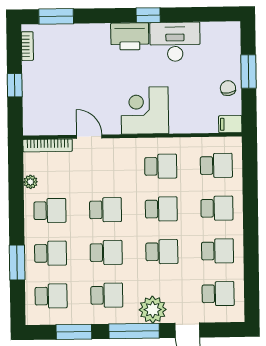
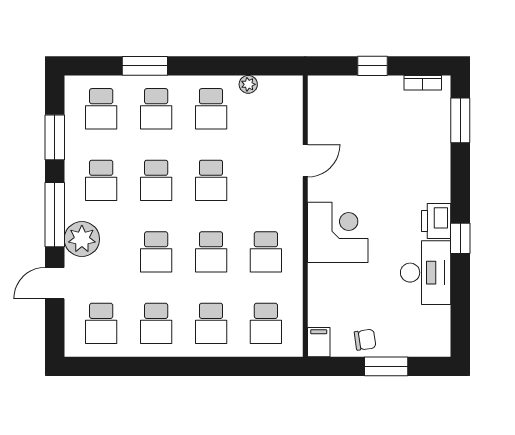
printer: (130, 36) -> (436, 221), width x0.73, depth x0.84
bookcase: (48, 145) -> (295, 107), removed

